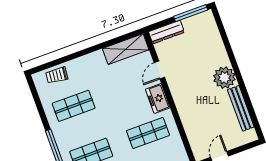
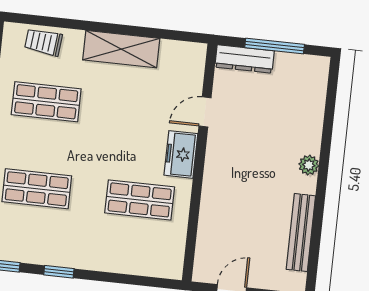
window: (191, 13) -> (275, 46), moved
shelving: (126, 49) -> (121, 49), moved
plant: (224, 78) -> (309, 165), width x0.53, depth x0.53

